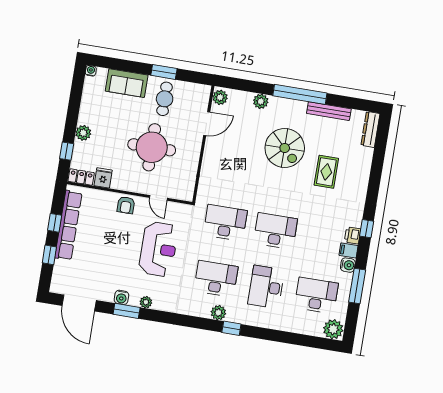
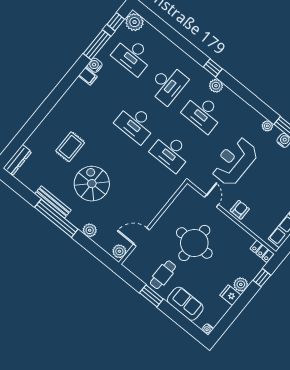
bench: (329, 111) -> (53, 202), moved
fridge: (103, 178) -> (230, 295), moved, turned 90
window: (367, 229) -> (116, 22), moved
printer: (352, 235) -> (78, 86), removed

